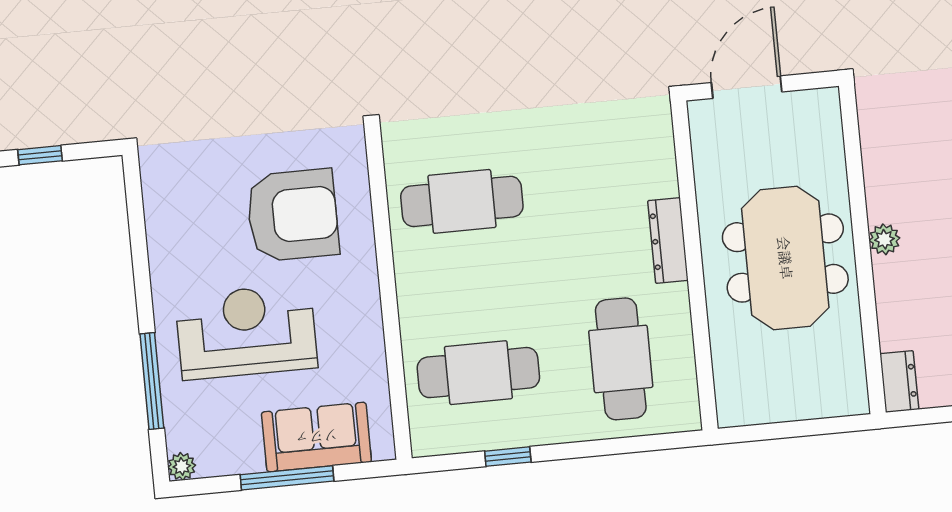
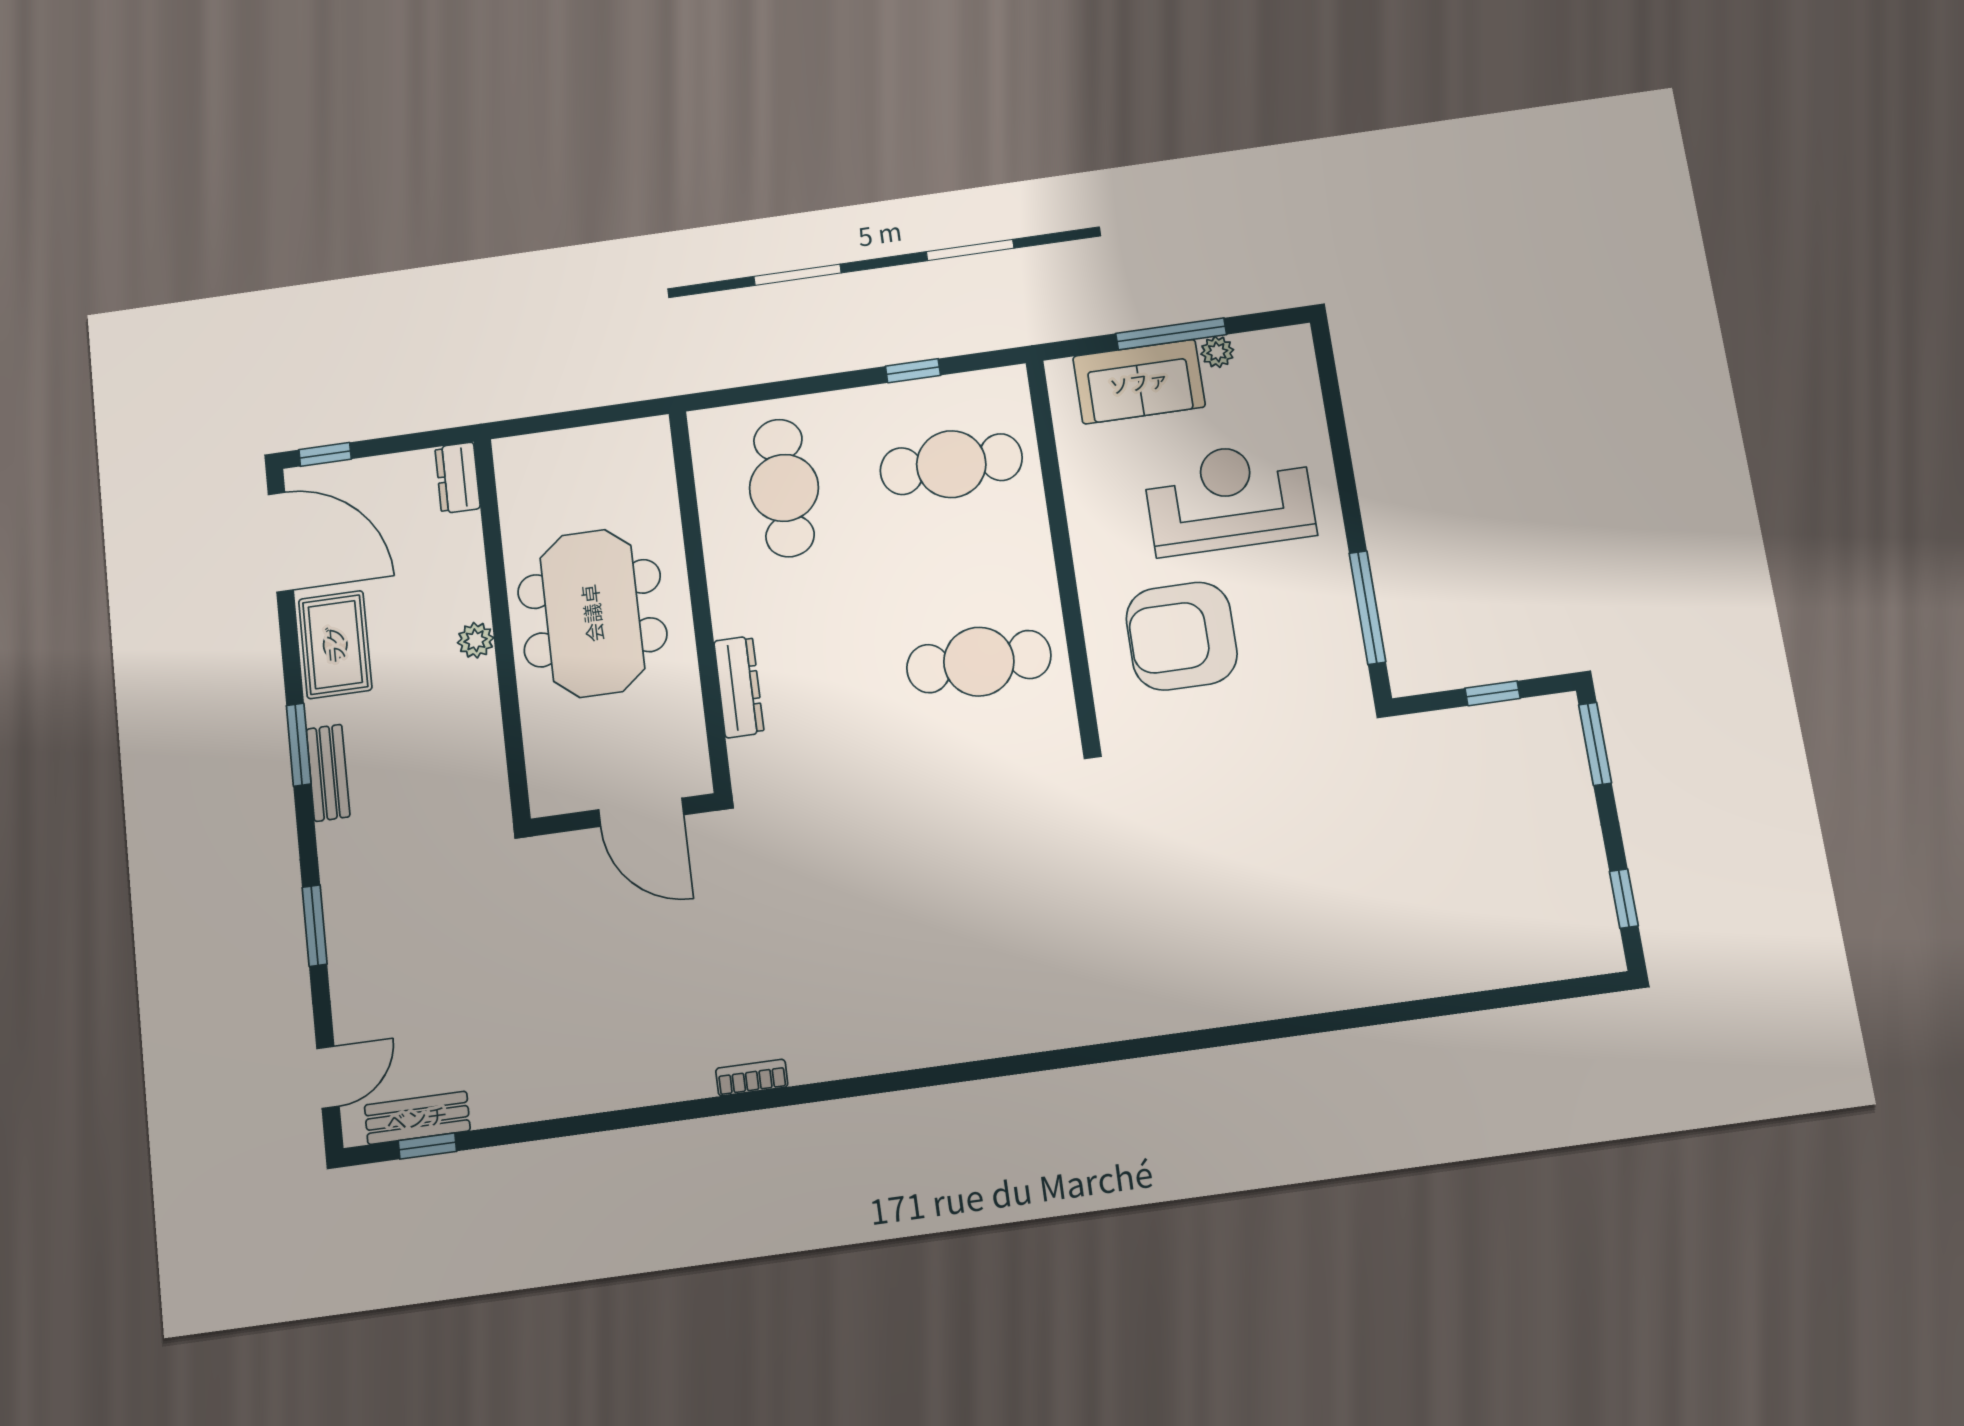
door: (747, 87) -> (641, 812), hinge flipped
dresser: (668, 241) -> (739, 687), moved
reception desk: (246, 332) -> (1229, 498), turned 180
window: (152, 381) -> (1367, 608), moved
plant: (182, 466) -> (1217, 352), moved

